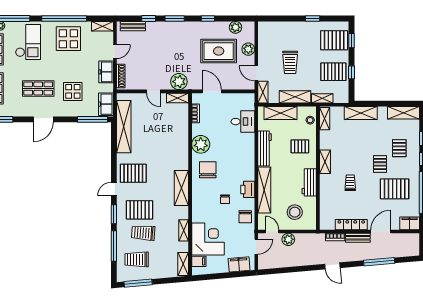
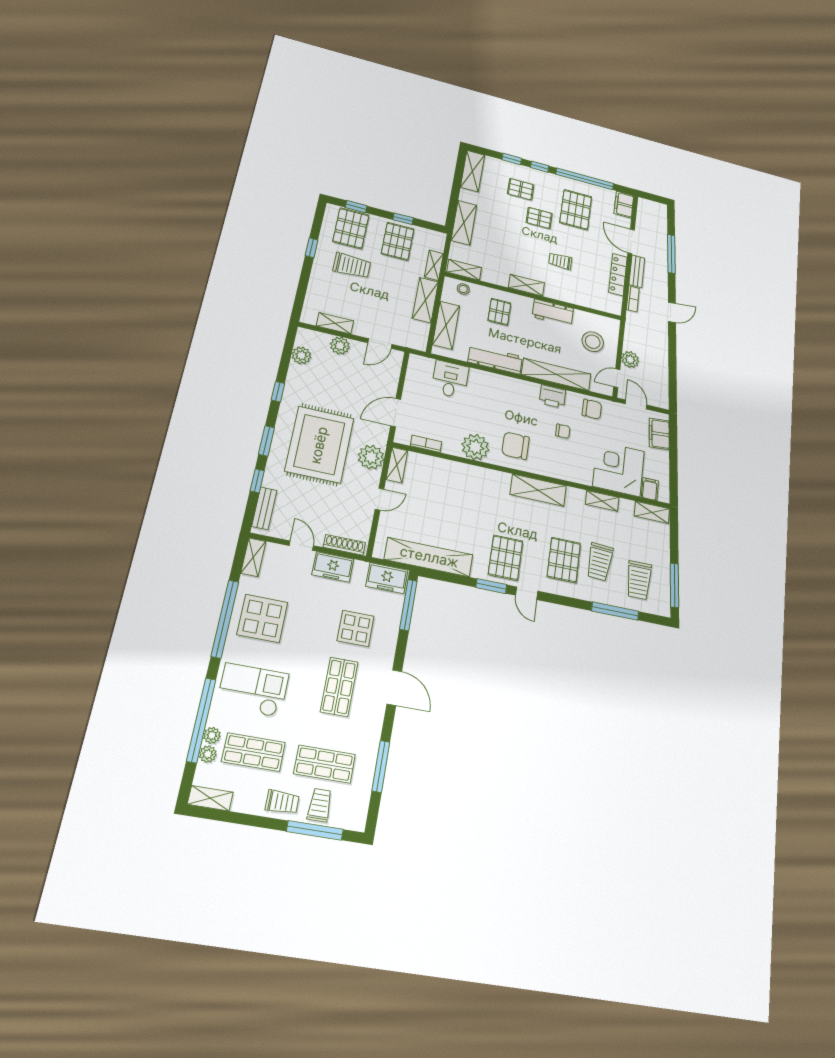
rug: (219, 51) -> (319, 445), moved, width x1.37, depth x1.44
trolley: (290, 62) -> (352, 266), moved
shelving: (263, 92) -> (335, 323), moved
window: (114, 214) -> (491, 586), moved

